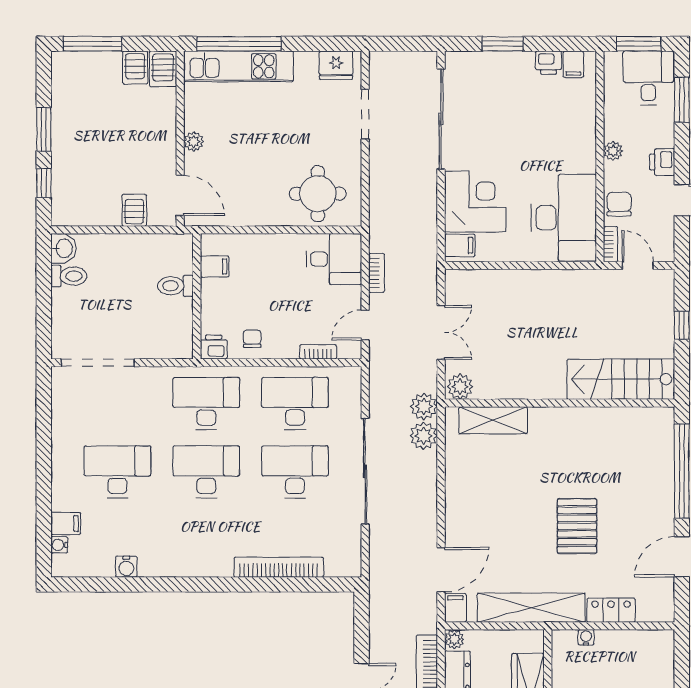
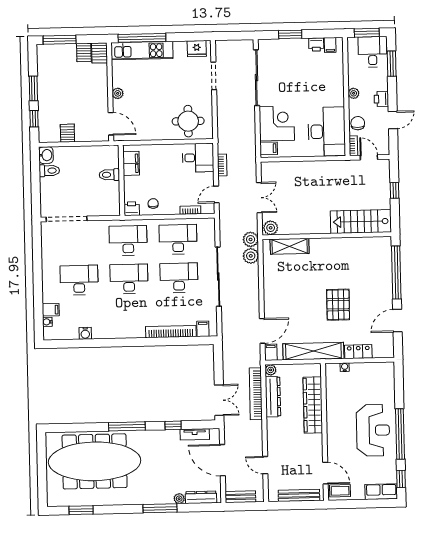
server rack: (134, 210) -> (67, 133), moved
filing cabinet: (215, 266) -> (131, 163), width x2.00
filing cabinet: (336, 564) -> (203, 329), added

